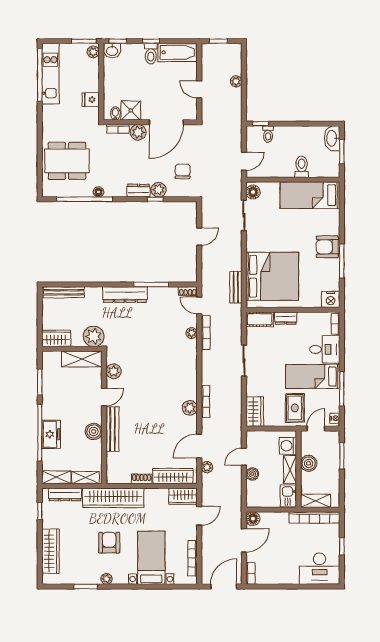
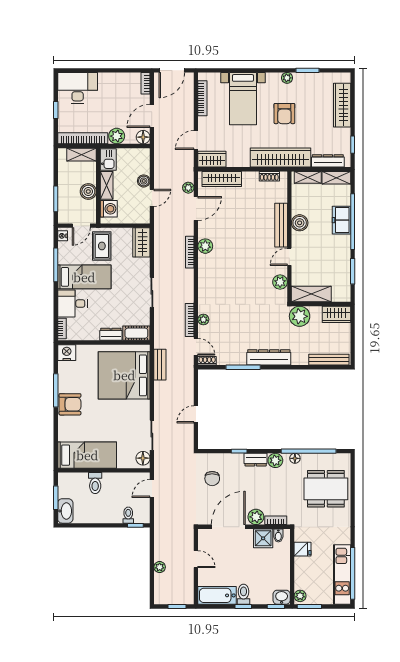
plant: (159, 190) -> (275, 460), moved
shoe rack: (142, 479) -> (269, 176), moved
plant: (280, 520) -> (117, 136), added

